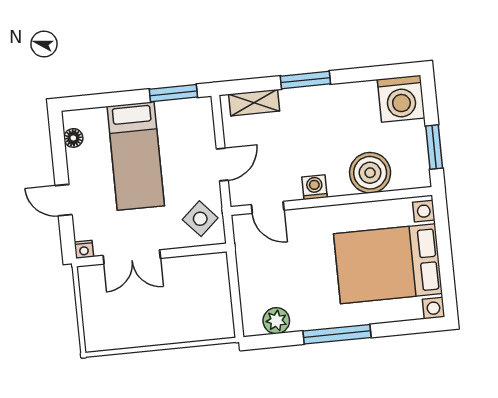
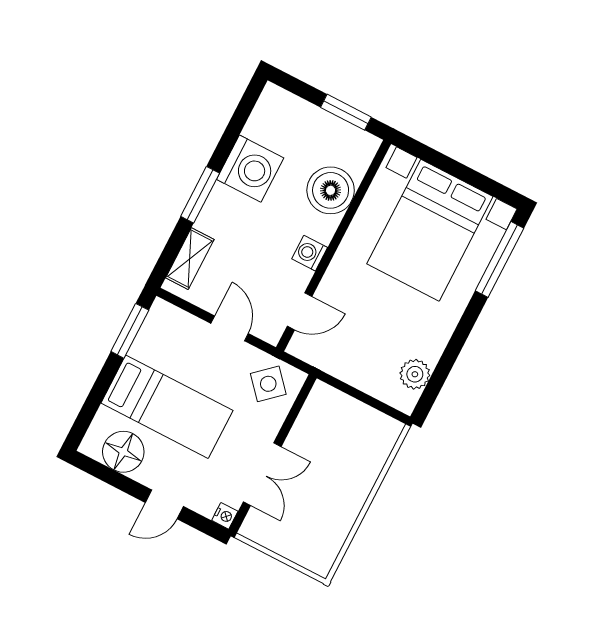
washing machine: (401, 99) -> (250, 169), moved
floor lamp: (73, 138) -> (123, 452), width x1.89, depth x1.89
window: (337, 334) -> (499, 259), moved

